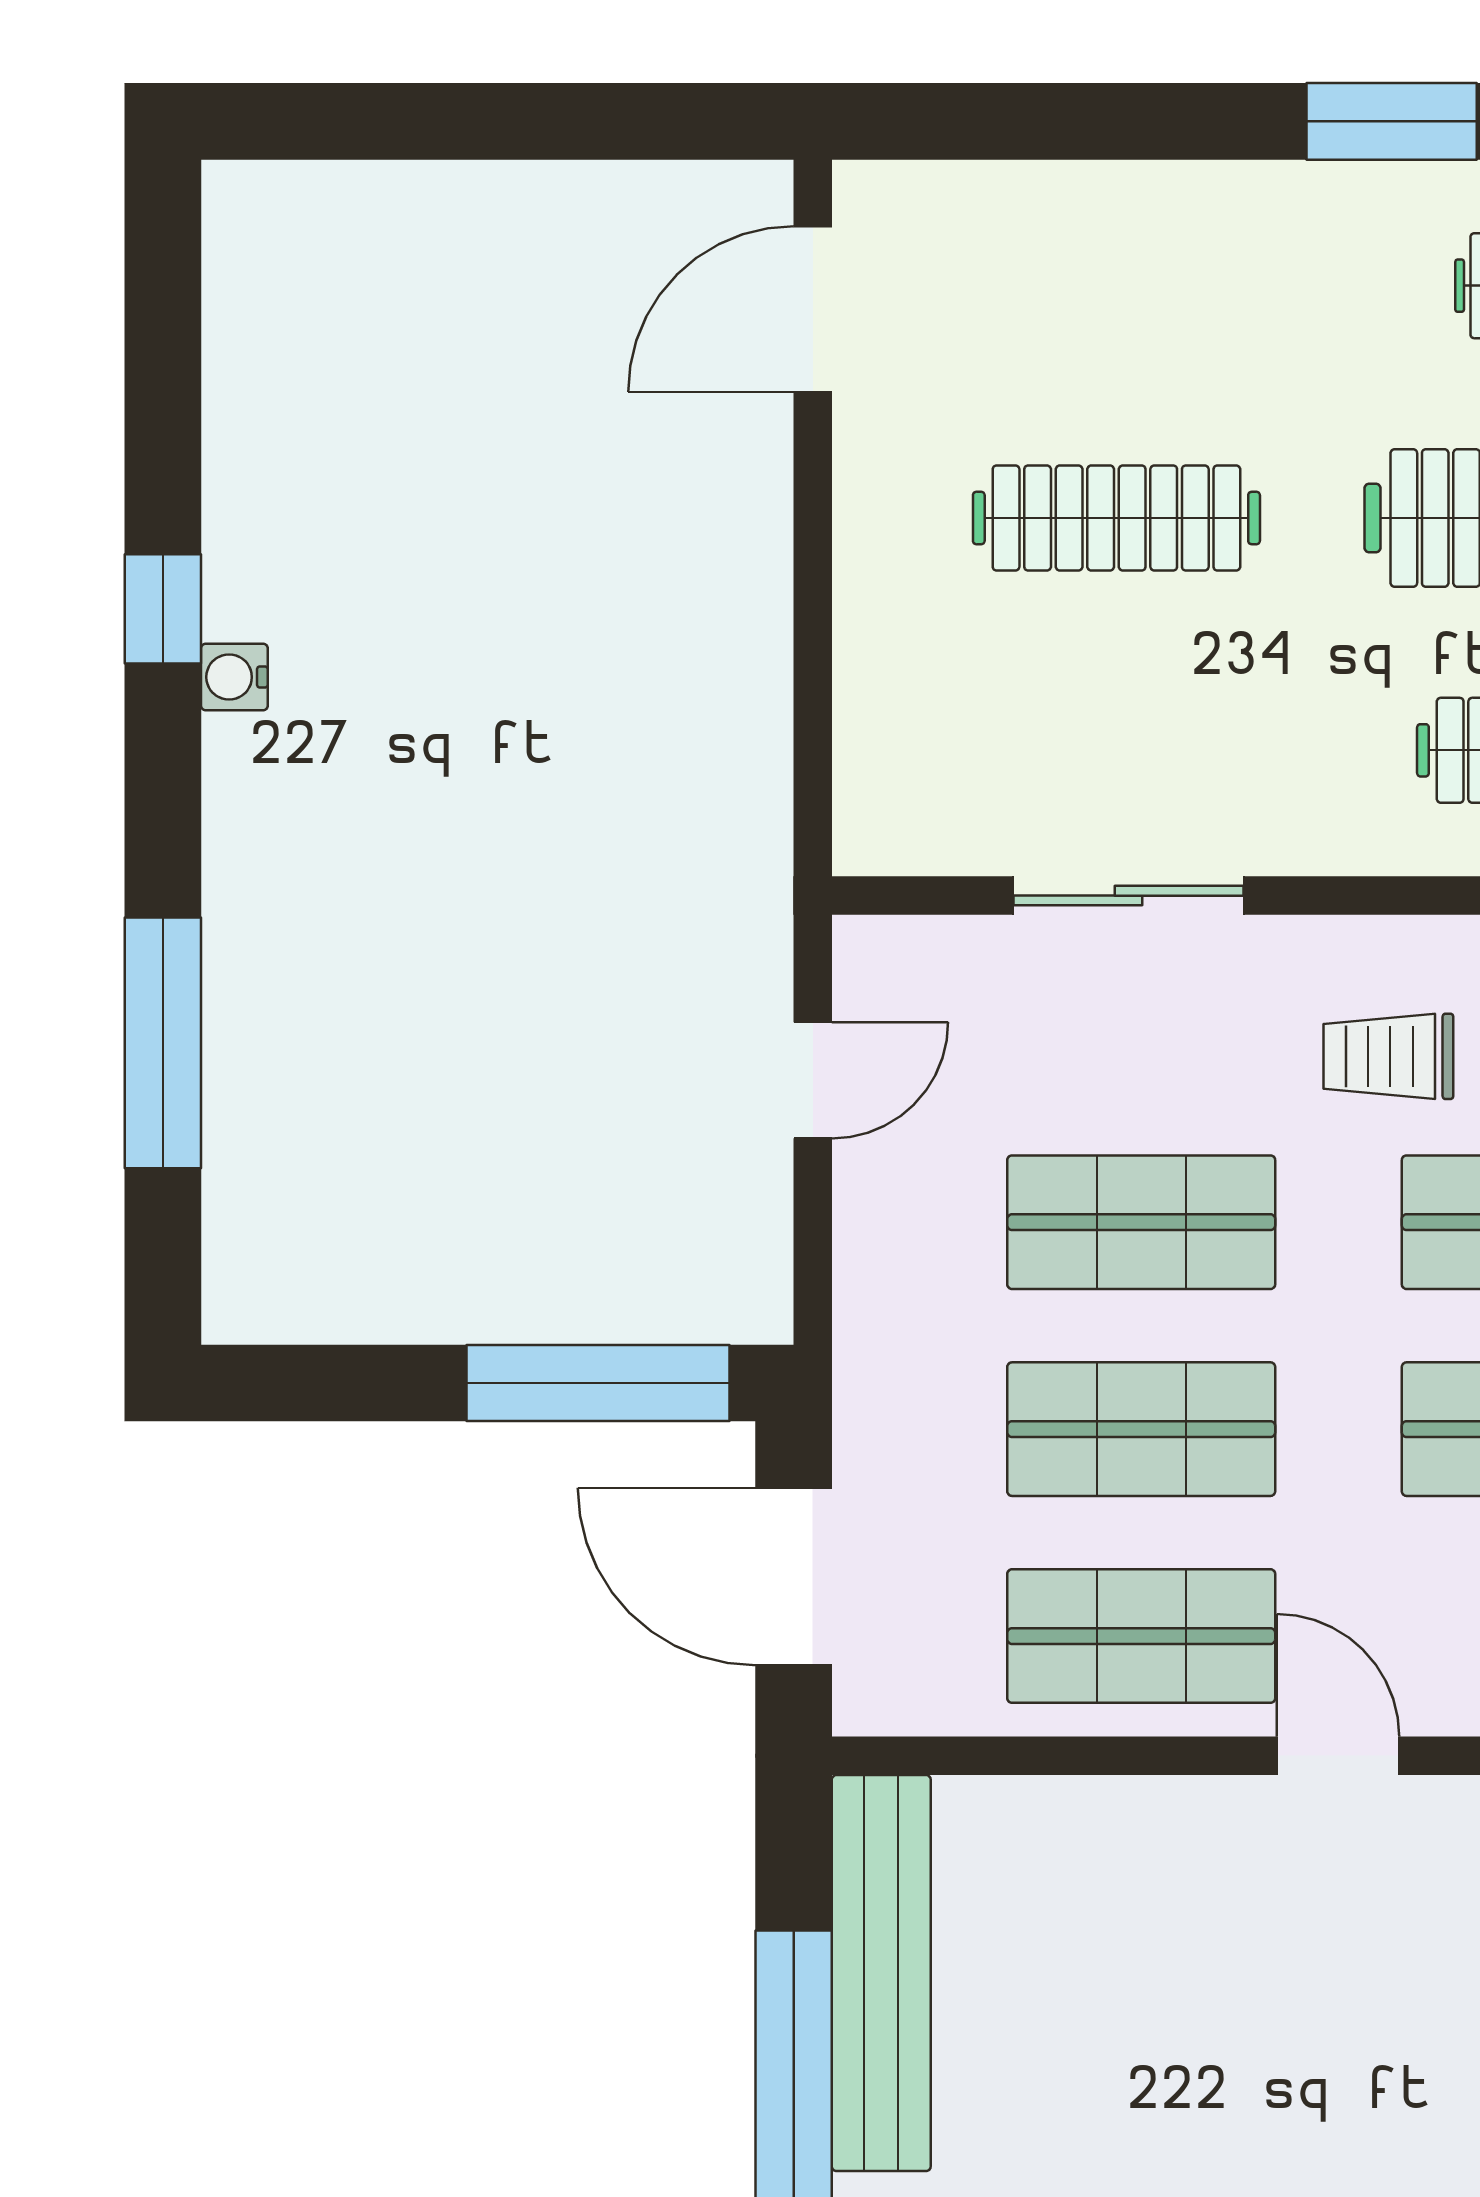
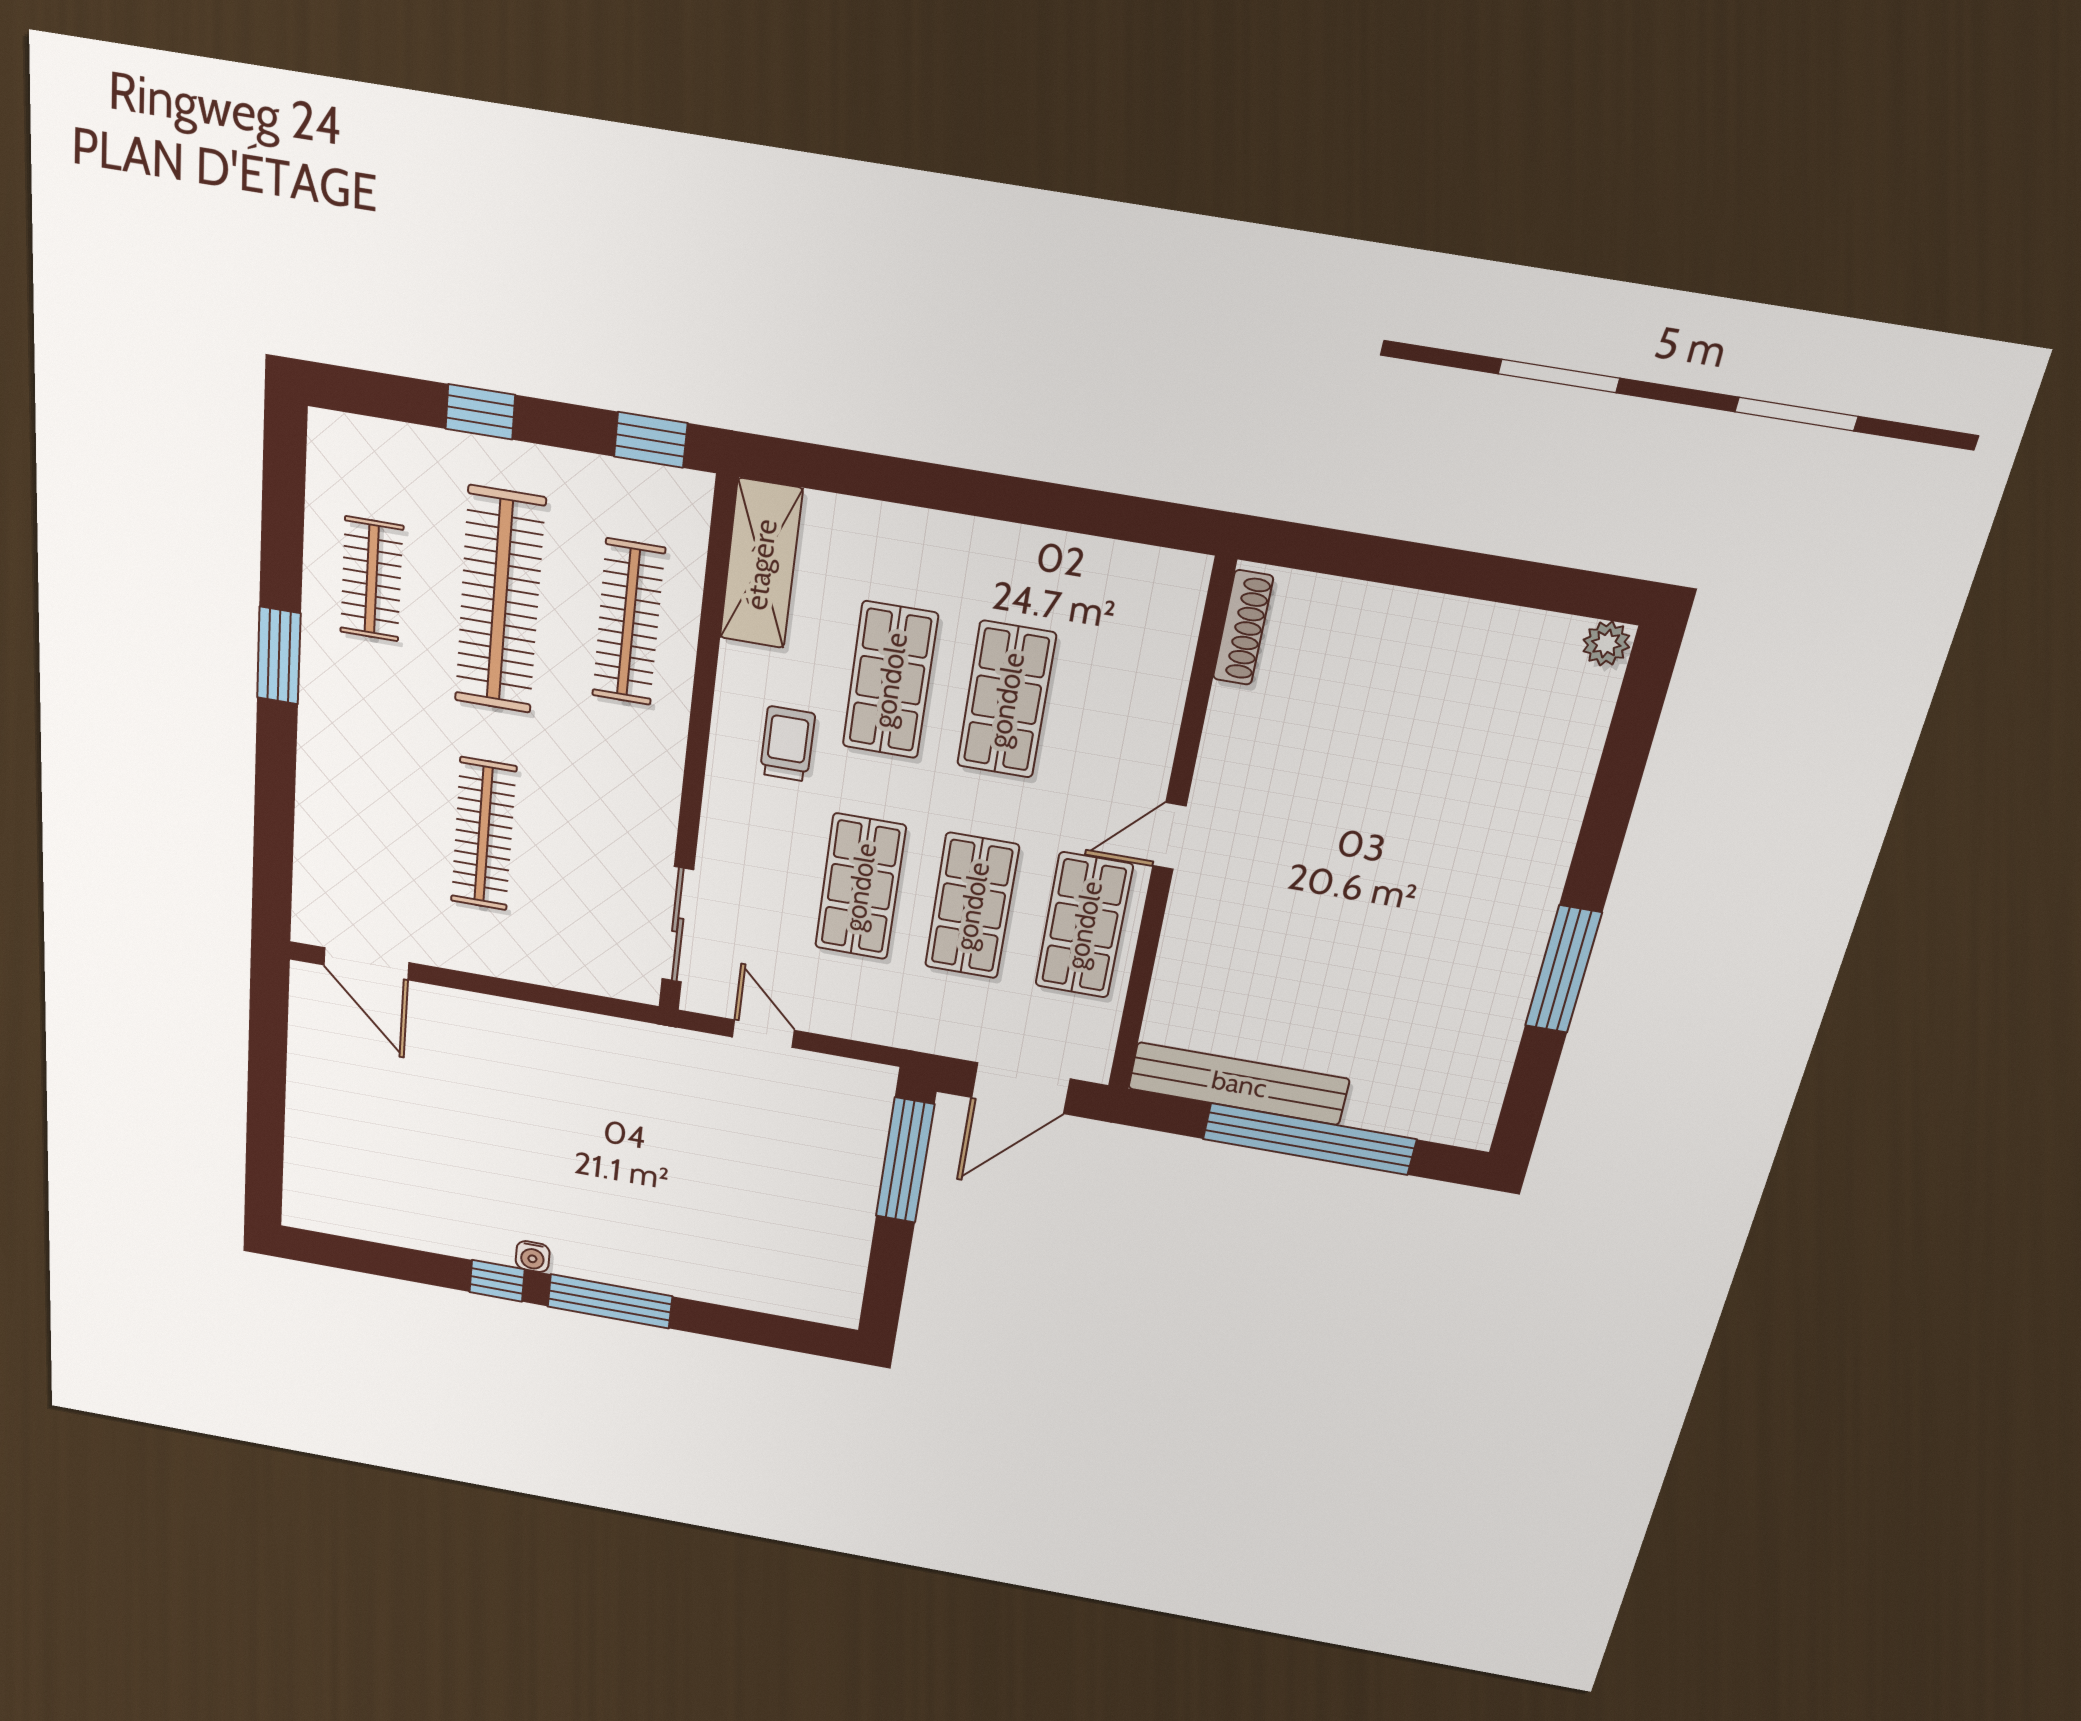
sliding door: (1128, 896) -> (678, 925), moved
window: (163, 1043) -> (610, 1301), moved
trolley: (1388, 1056) -> (787, 744), turned 180

